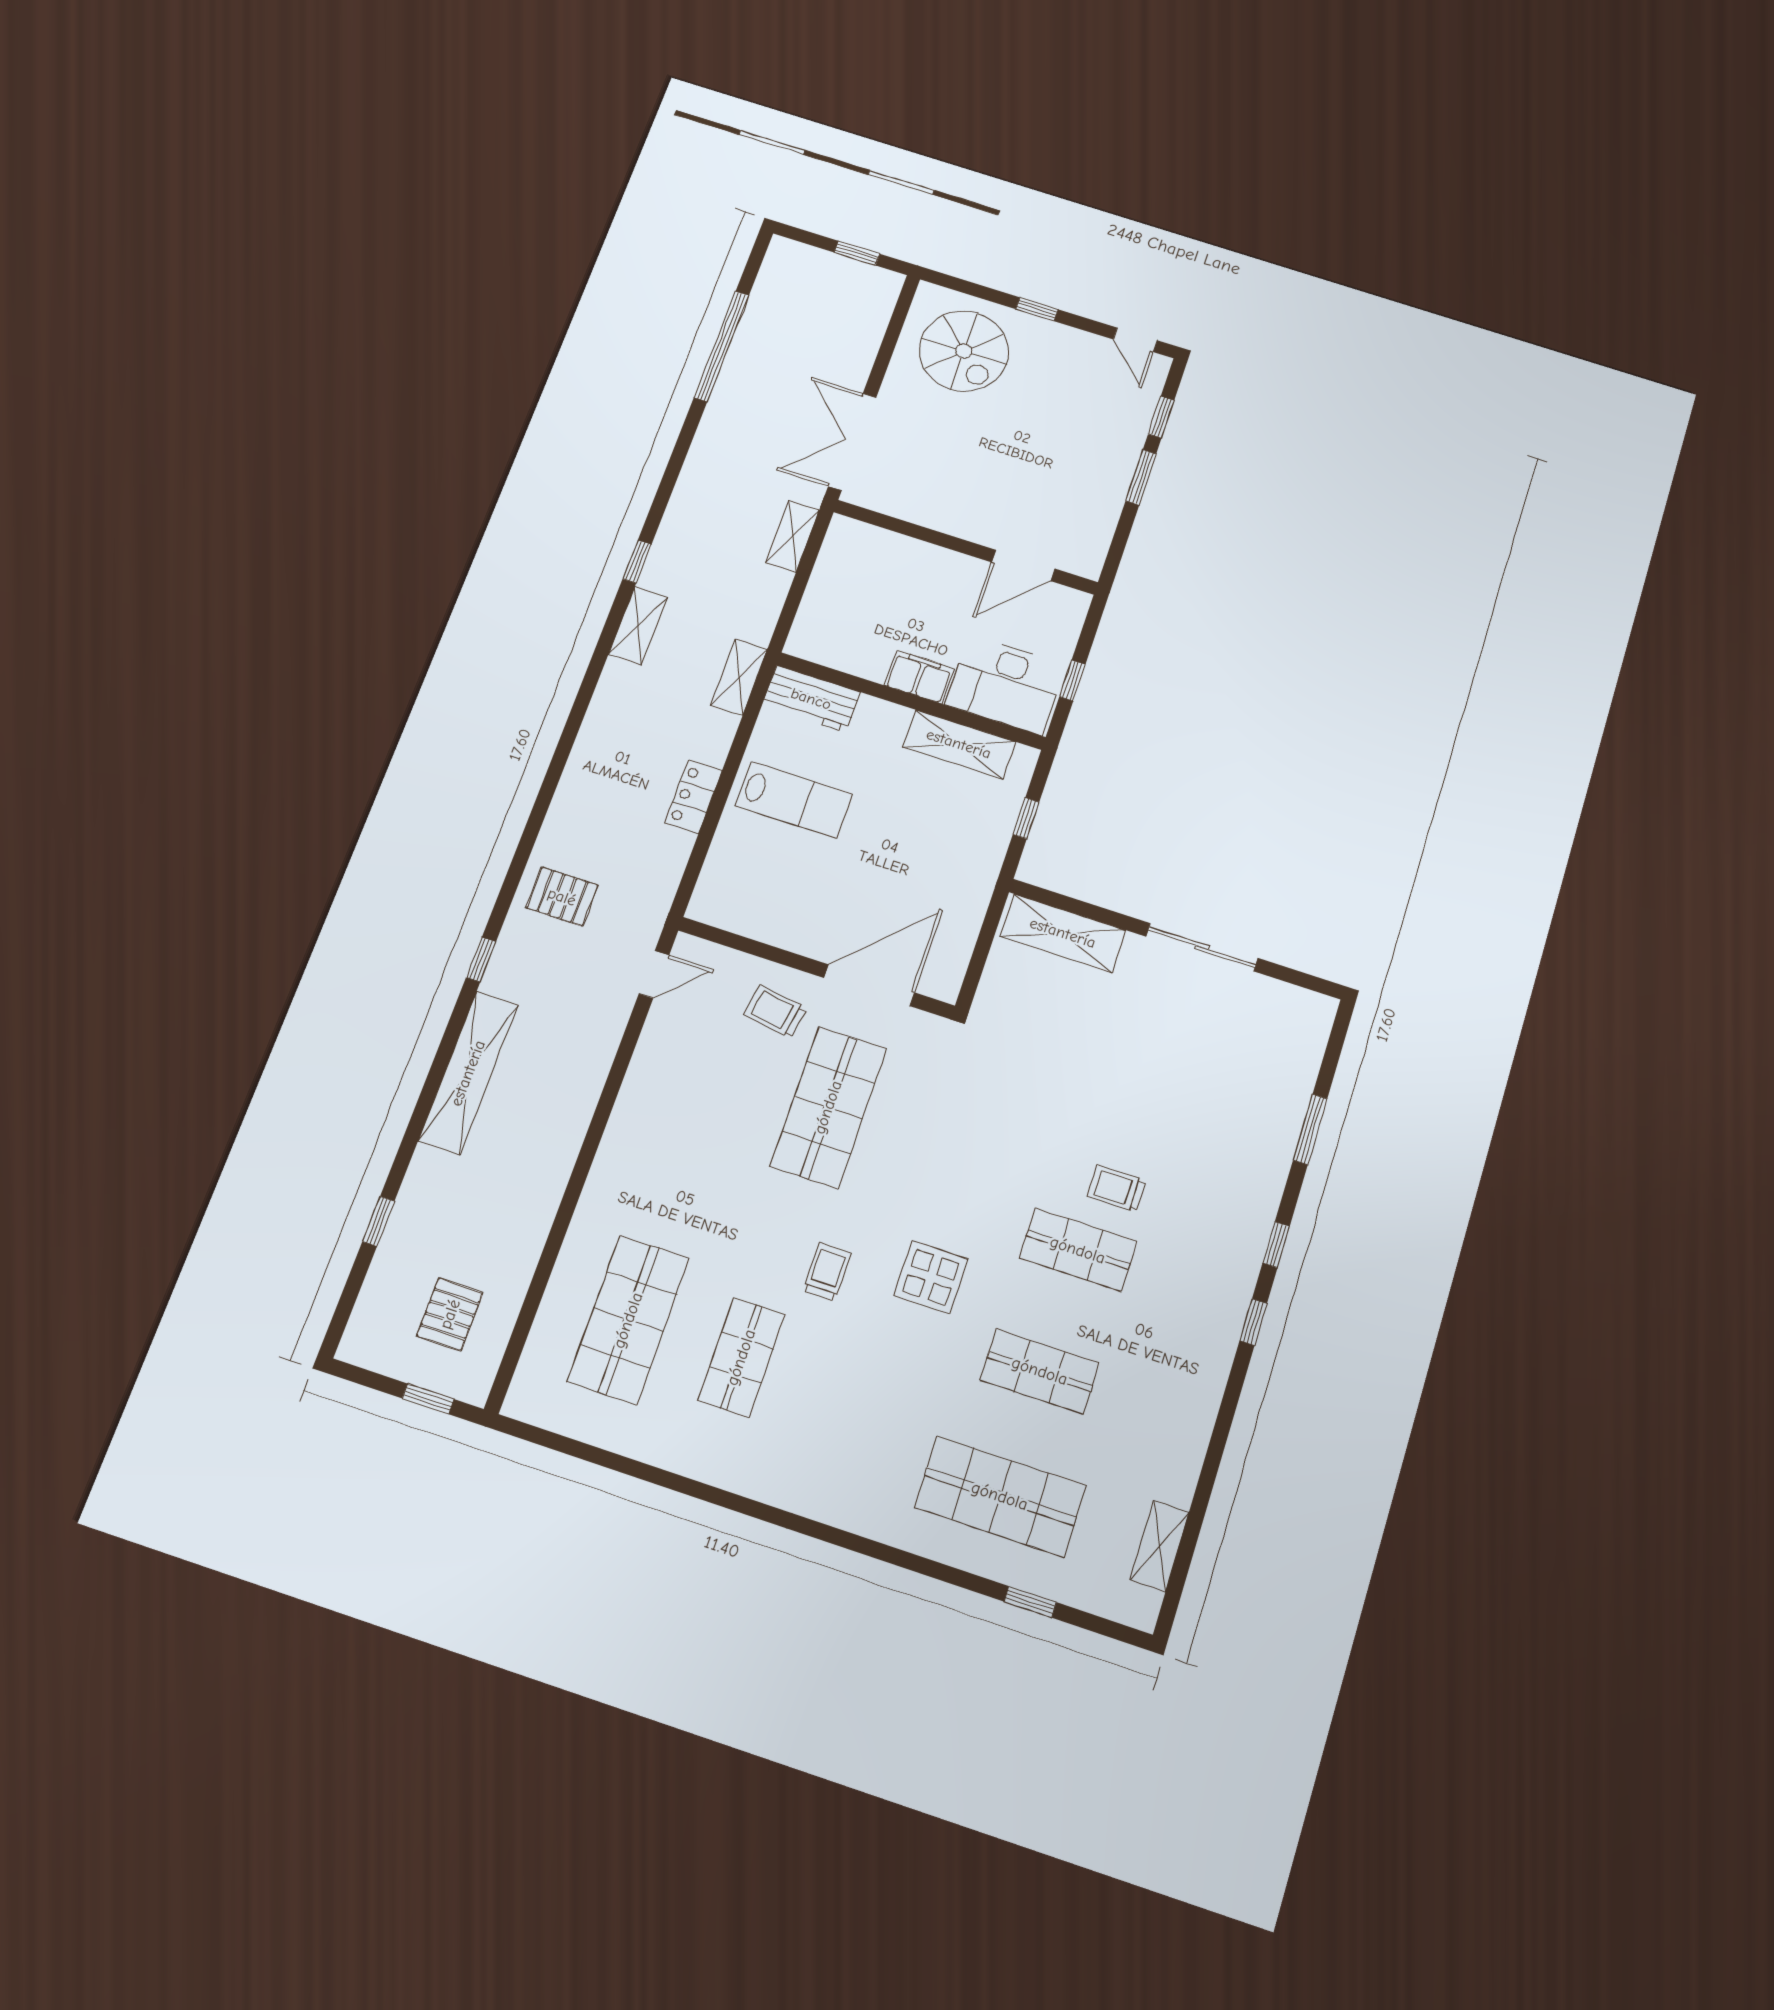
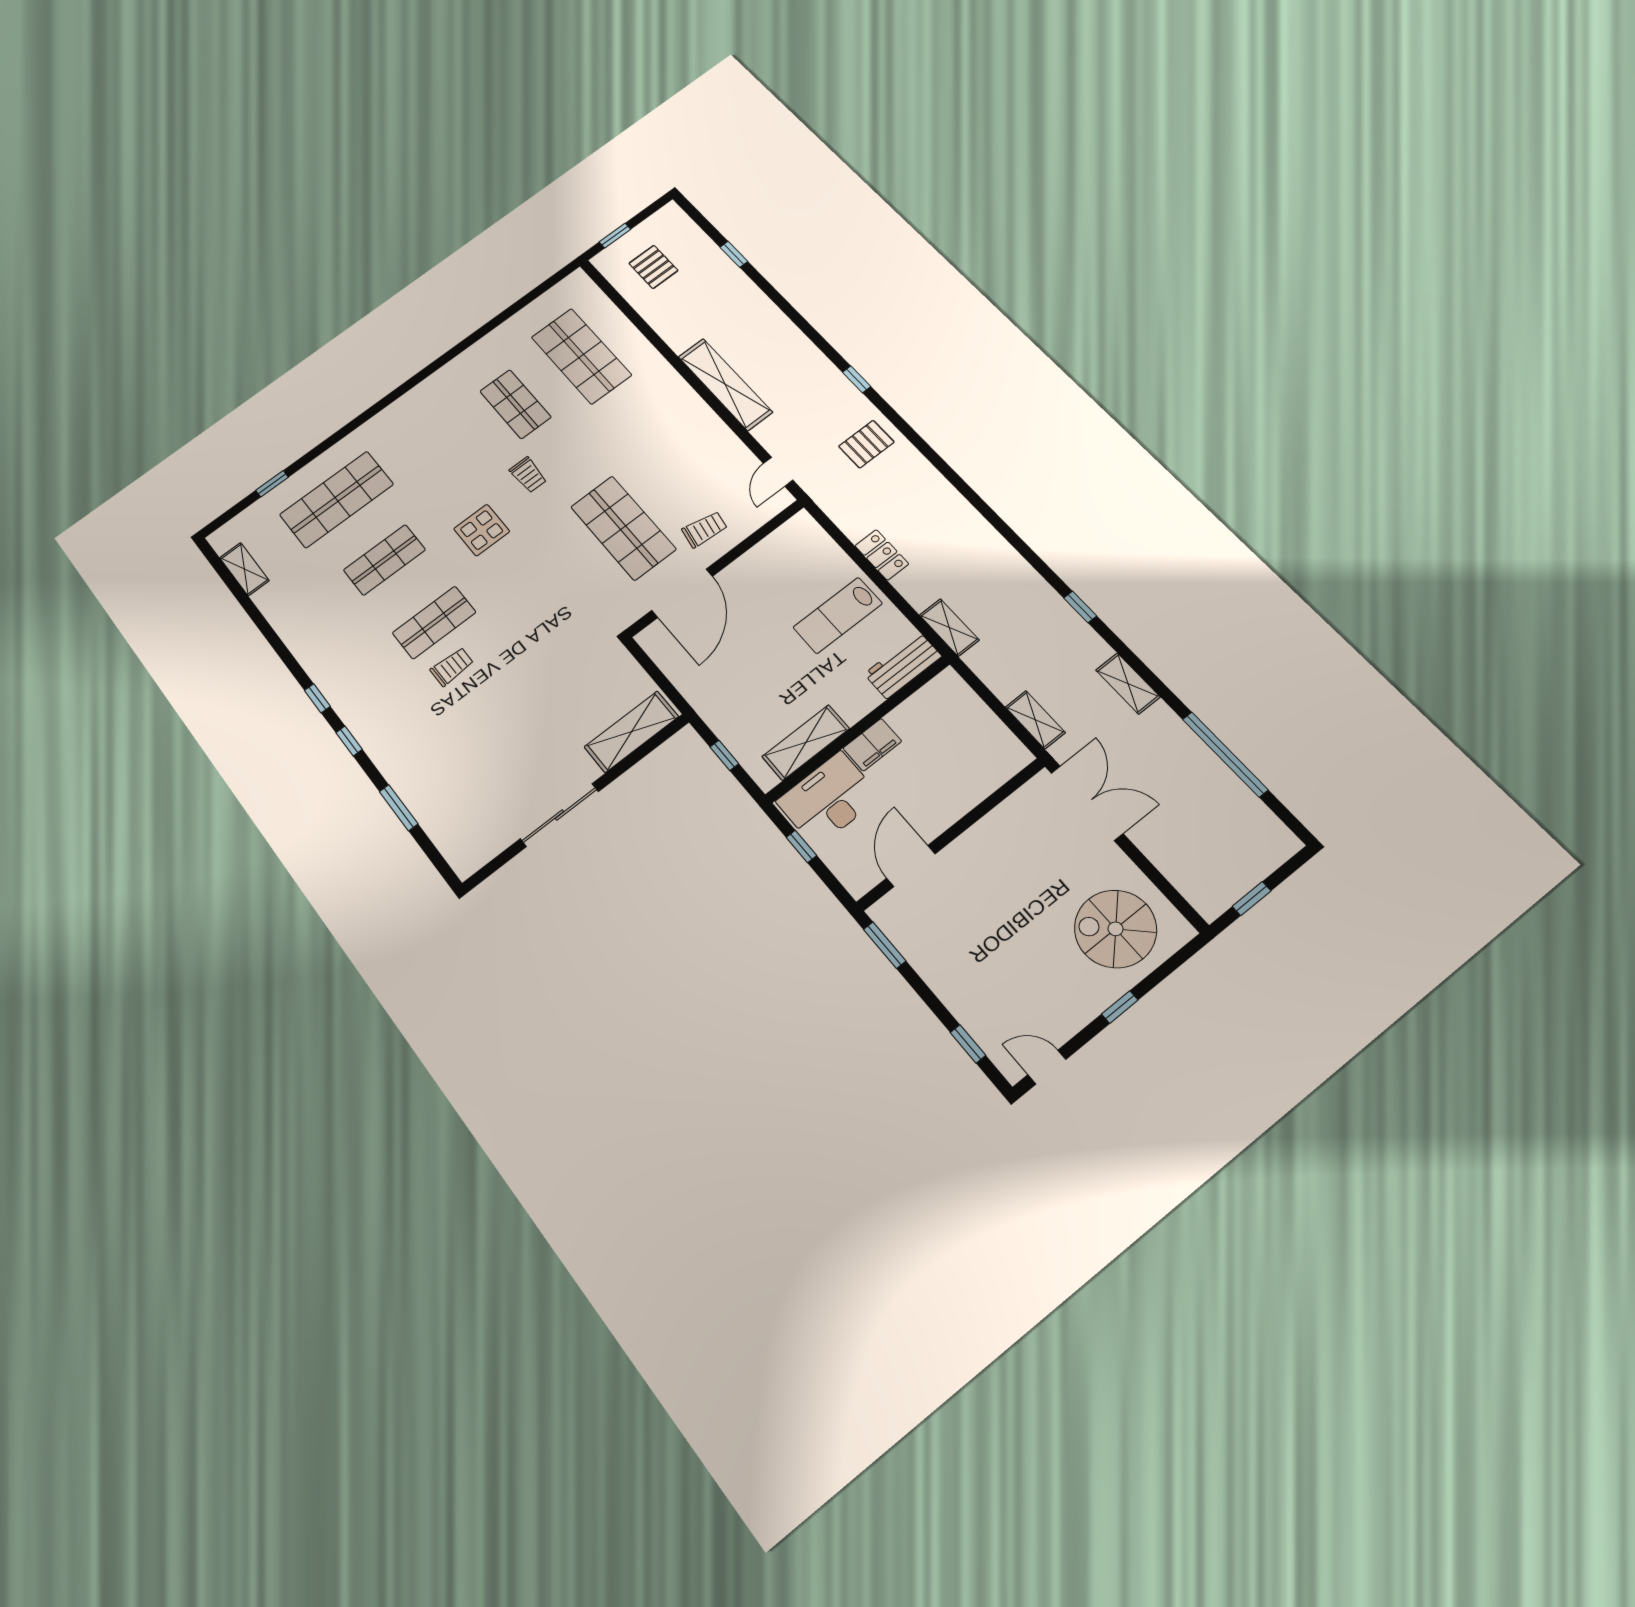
window: (1141, 477) -> (885, 945), moved
shelving: (638, 626) -> (1128, 683), moved
shelving: (468, 1073) -> (725, 384), moved

